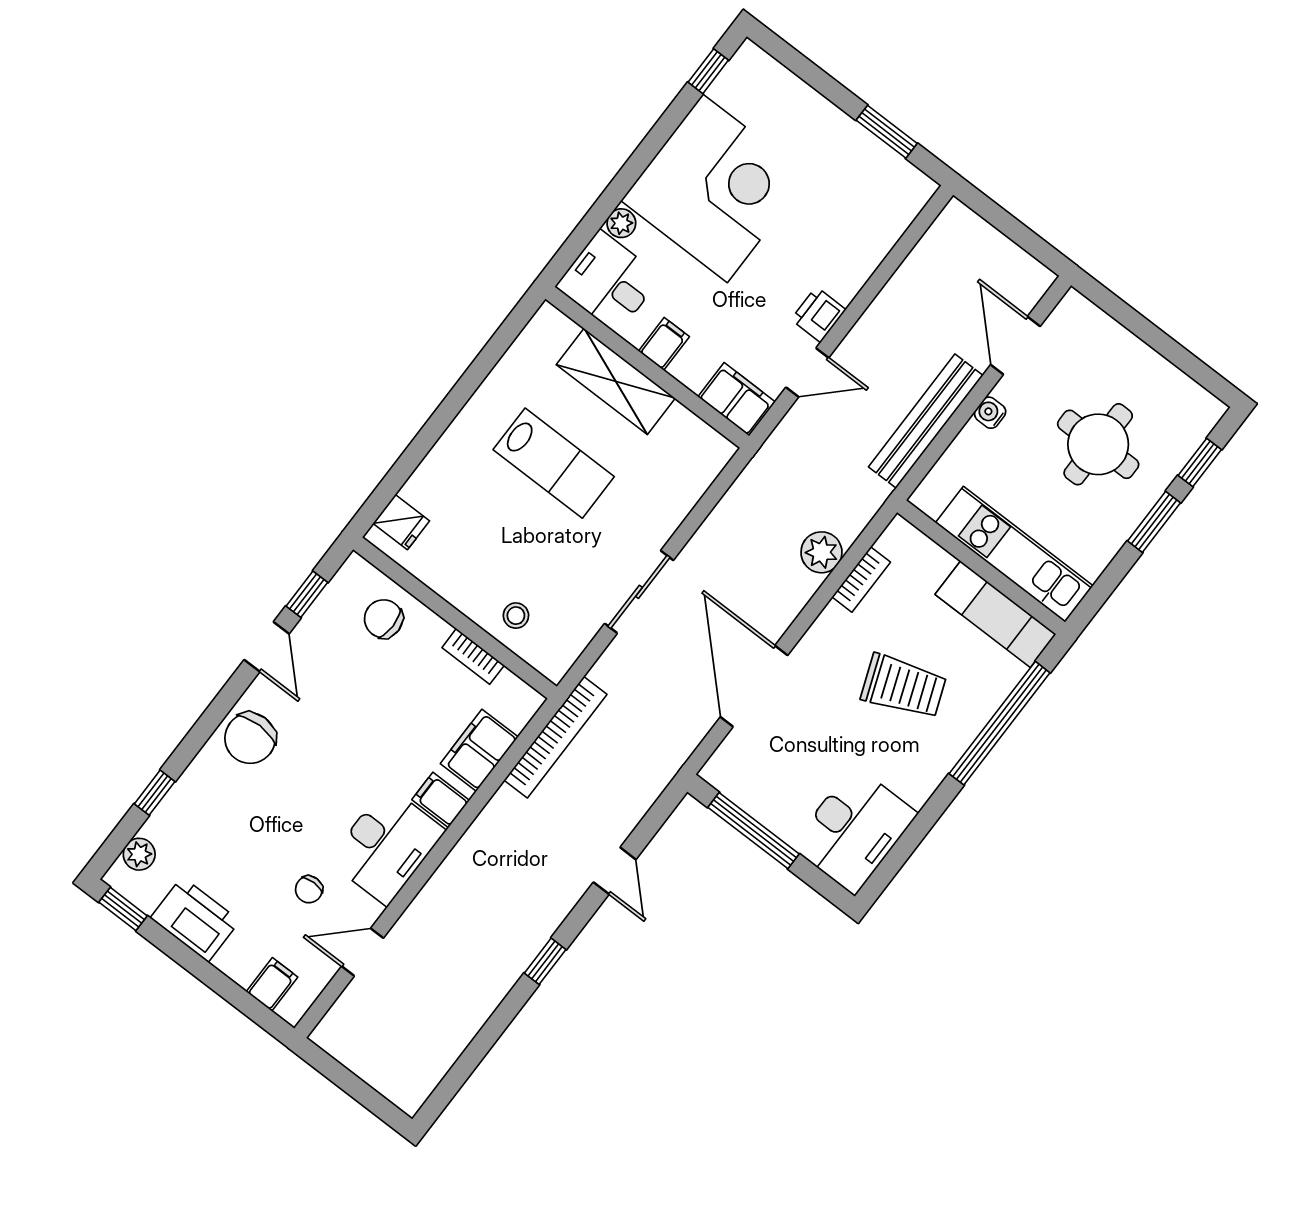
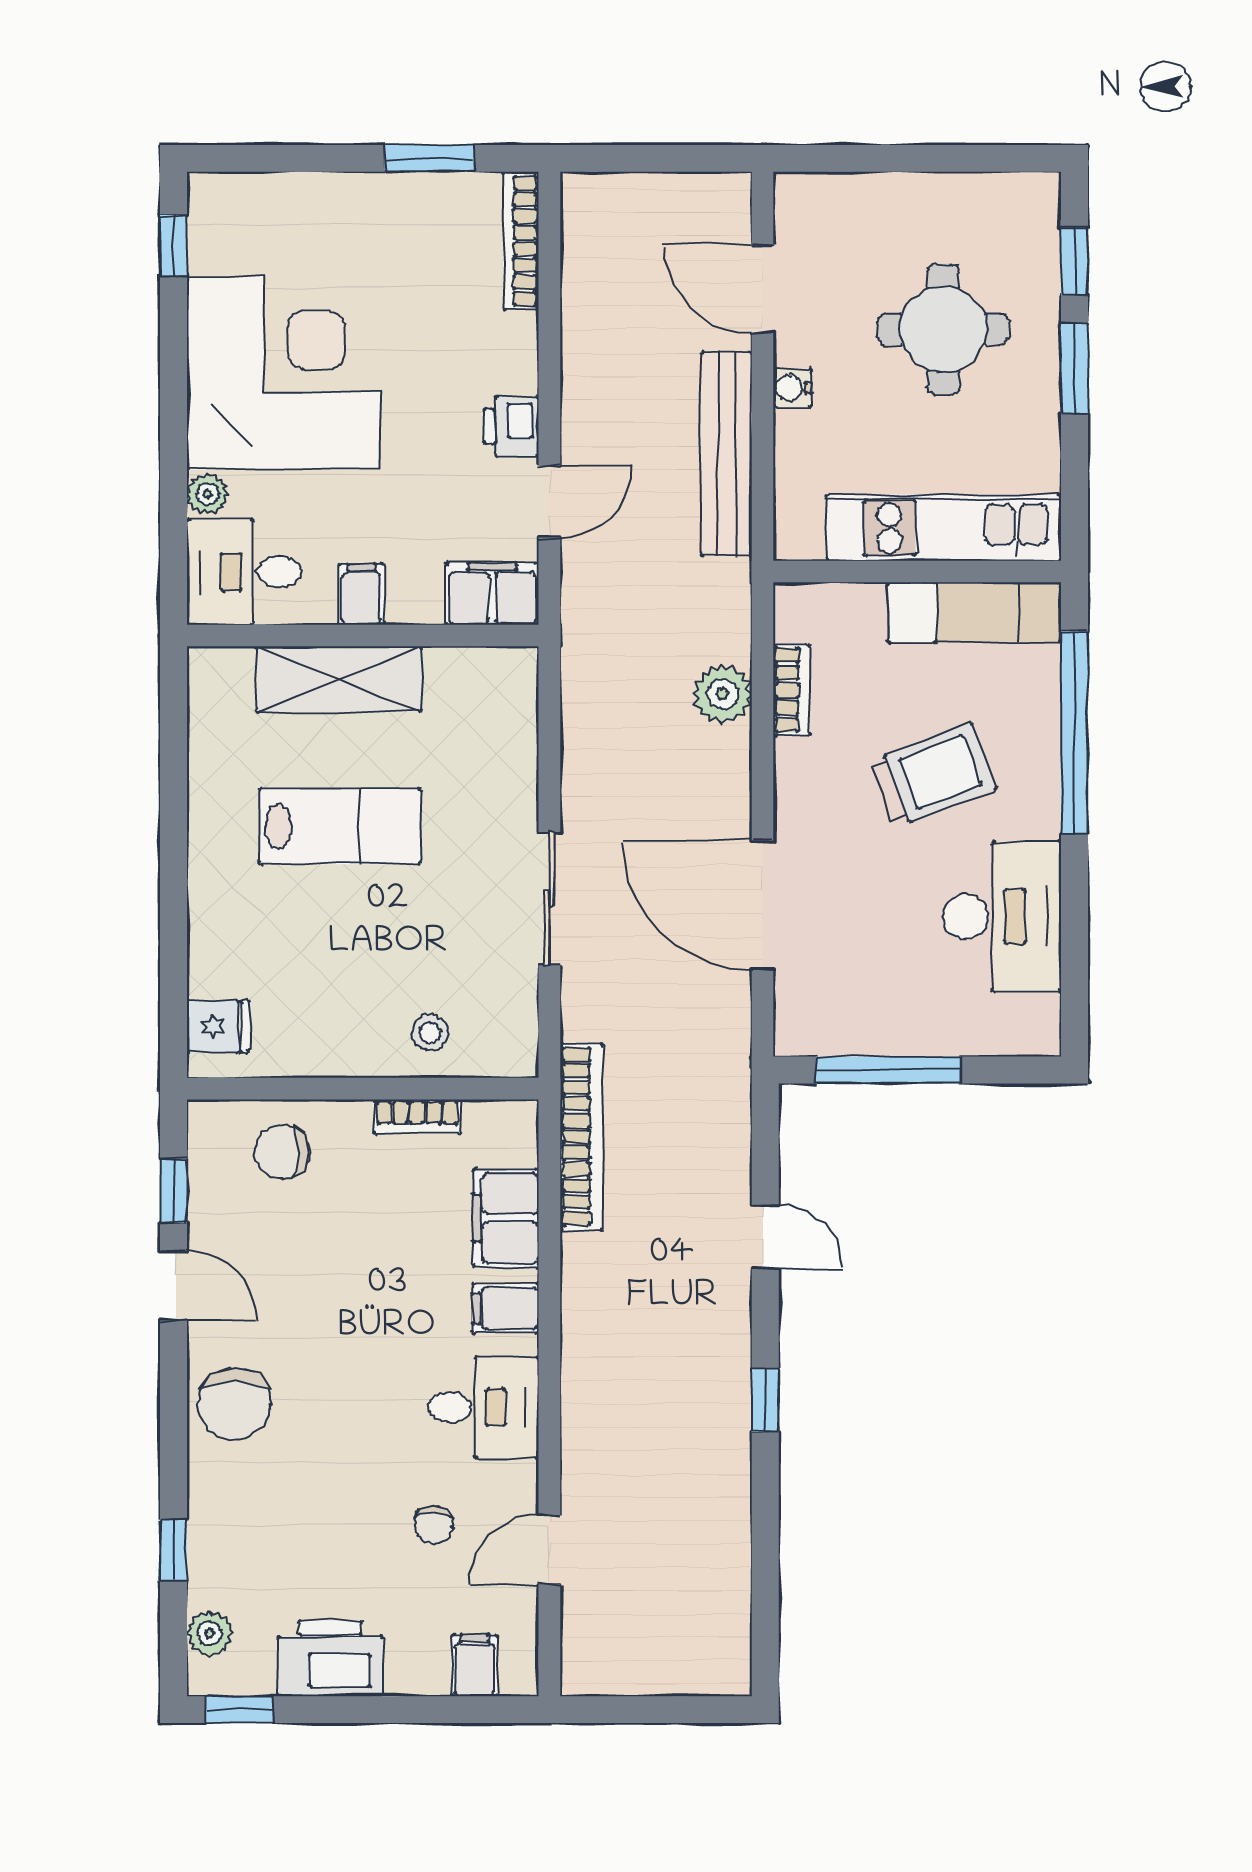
bookcase: (902, 216) -> (521, 241), added
desk: (854, 830) -> (1002, 917), moved
desk: (387, 846) -> (484, 1407), width x0.73

